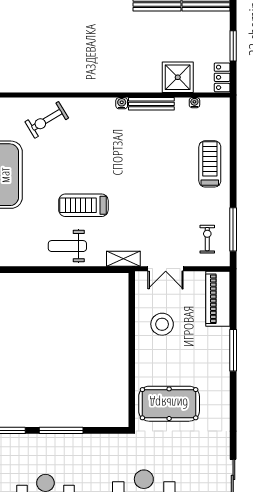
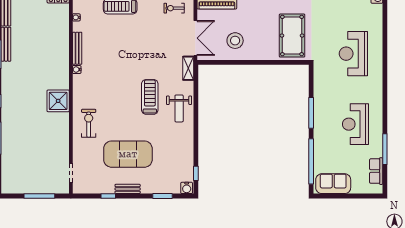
shower: (178, 77) -> (58, 101), moved
exercise bike: (47, 120) -> (89, 123), turned -149
treadmill: (83, 205) -> (150, 97), turned 180
double door: (166, 269) -> (195, 38), width x1.37

